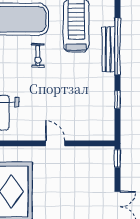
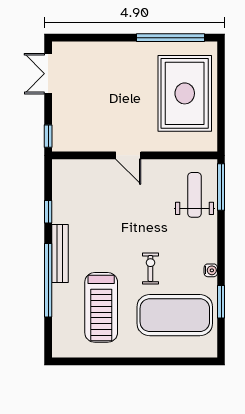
bench: (108, 49) -> (60, 254), moved

